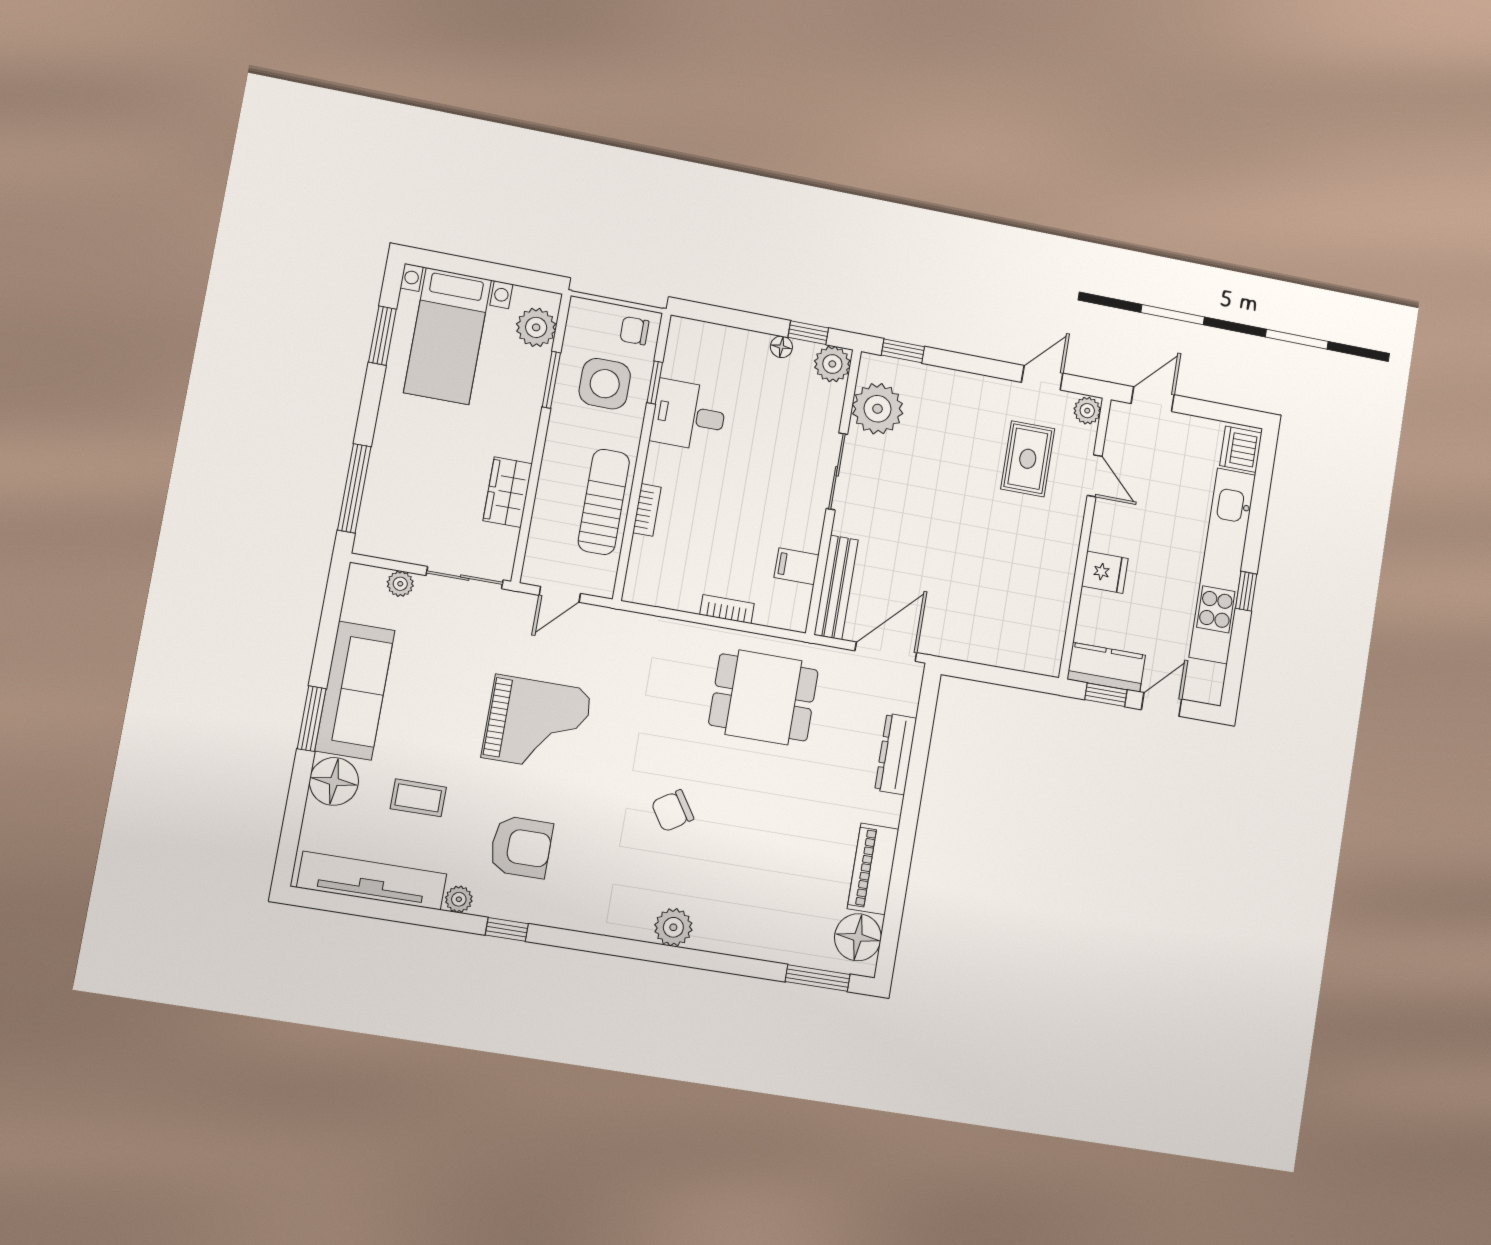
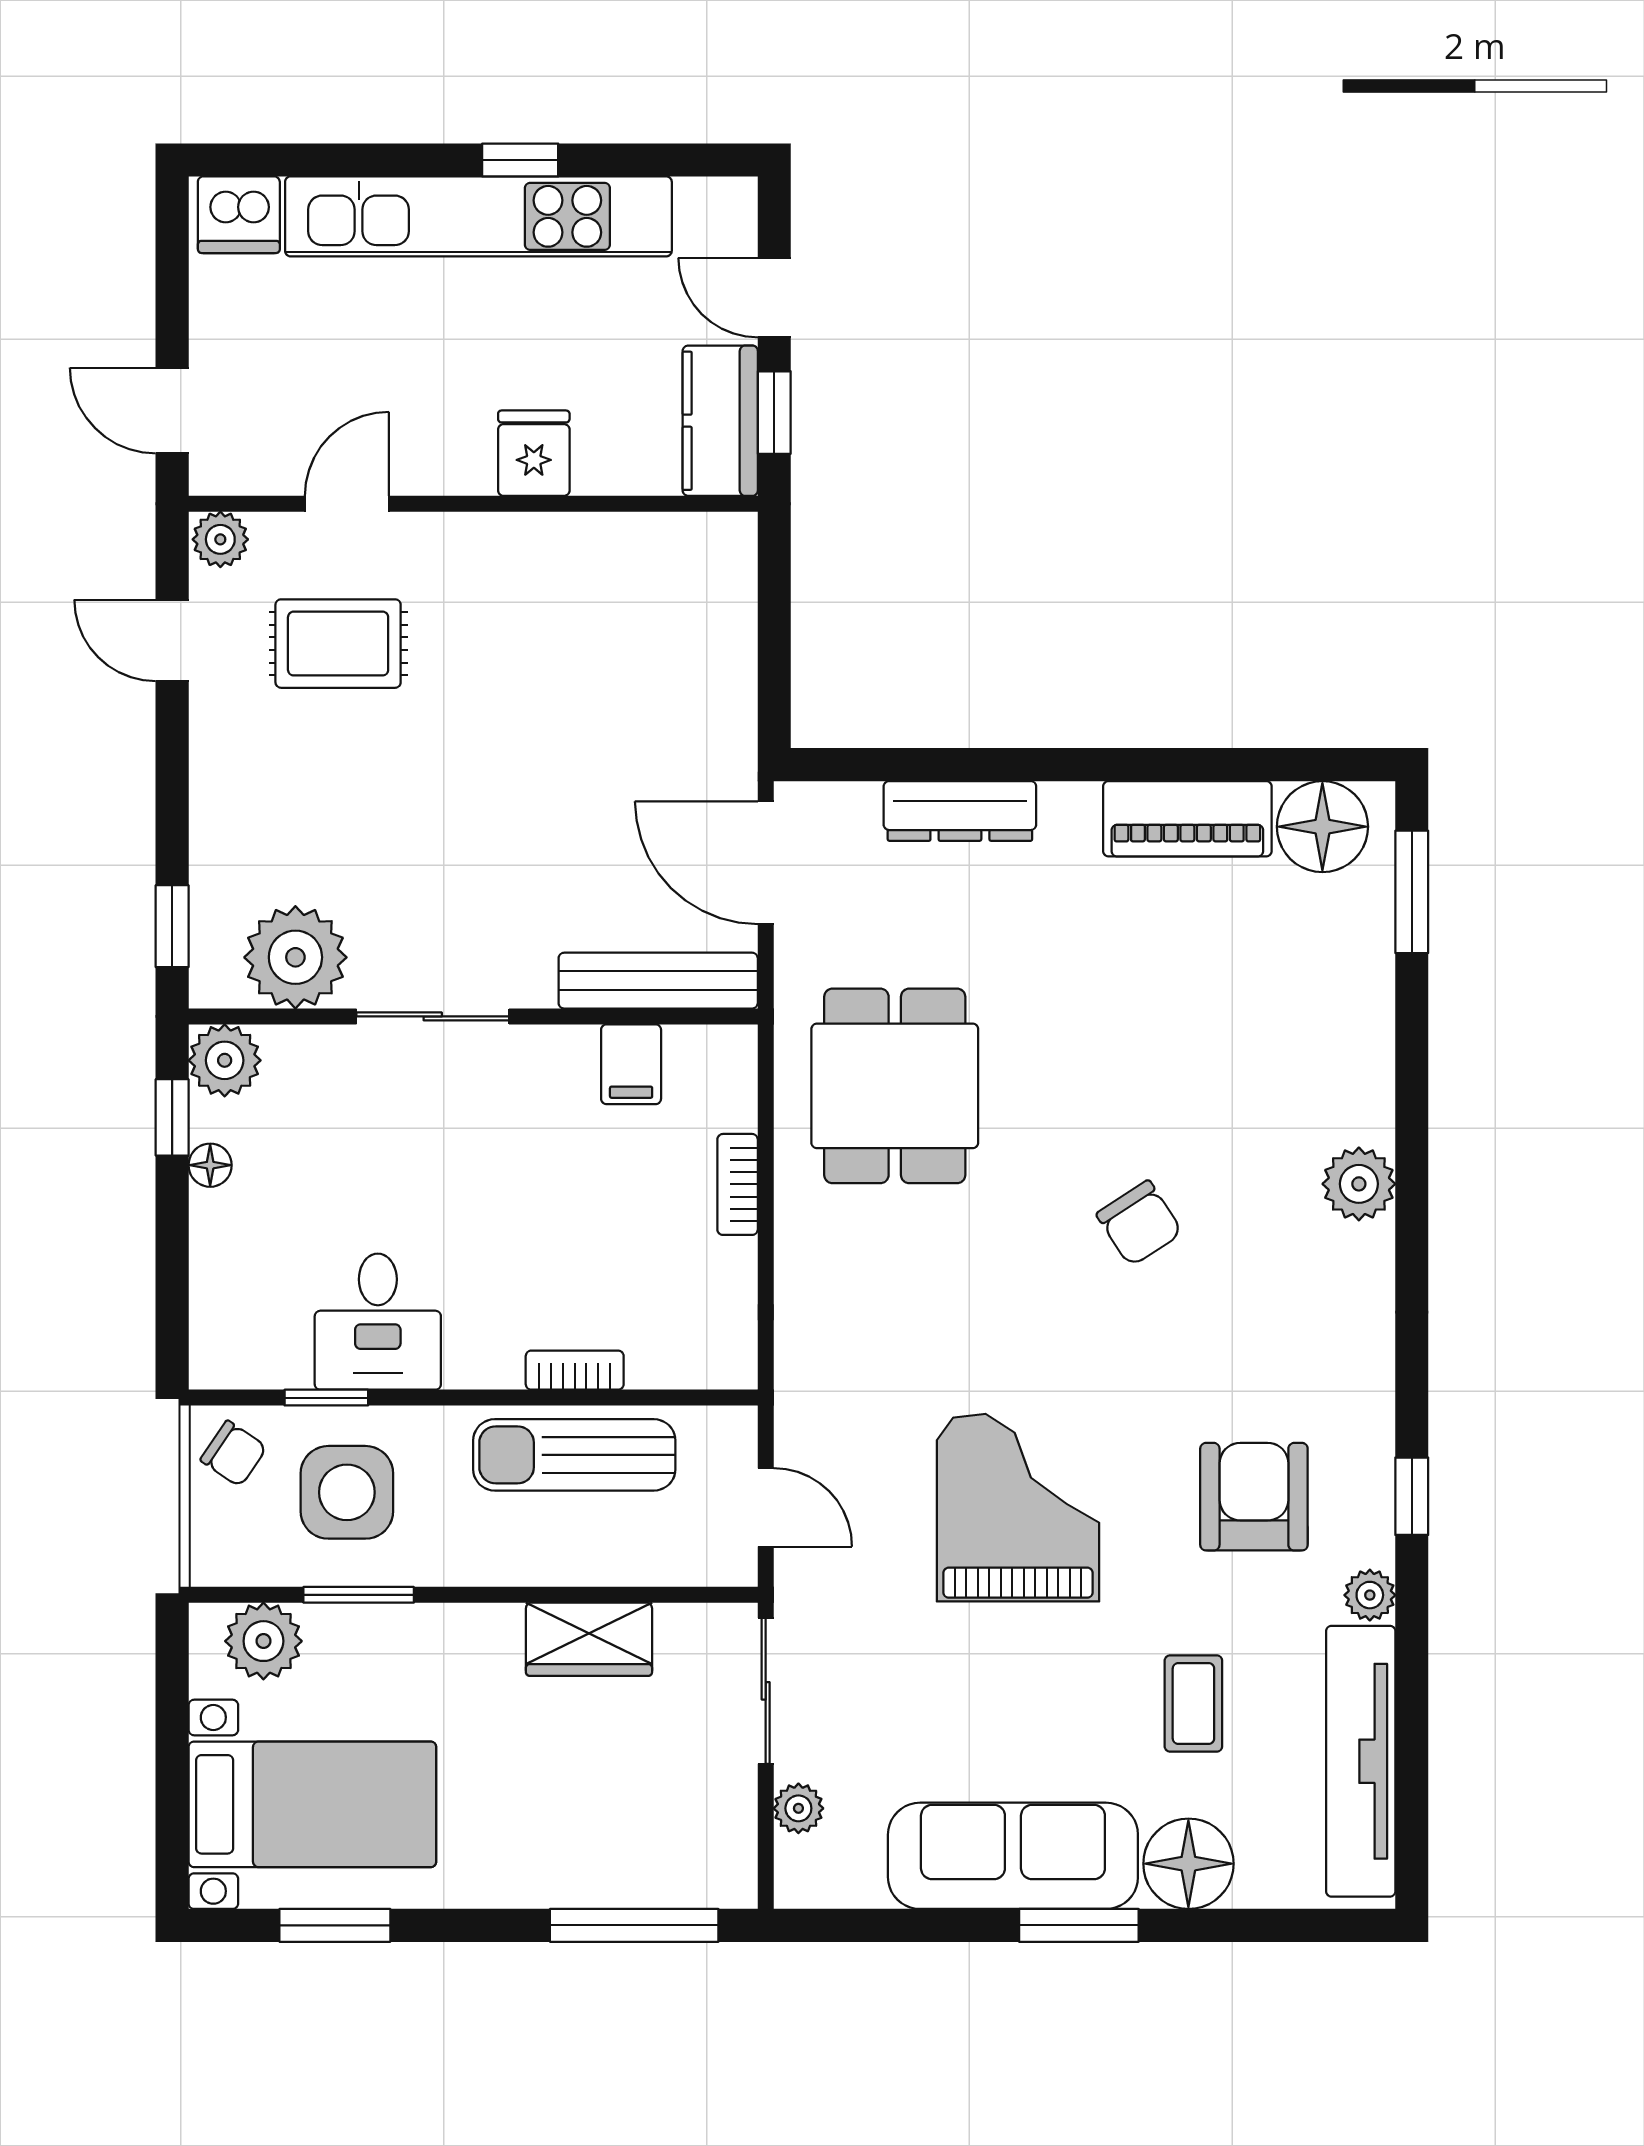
chair: (634, 331) -> (234, 1454), turned -56

